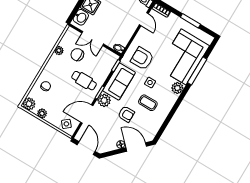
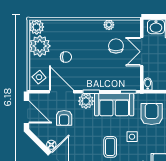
cafe table: (84, 81) -> (94, 69), removed
chair: (46, 86) -> (66, 57), moved
plant: (42, 113) -> (40, 46), width x1.87, depth x1.87
armchair: (126, 114) -> (64, 118), moved
door: (86, 148) -> (27, 112), hinge flipped

